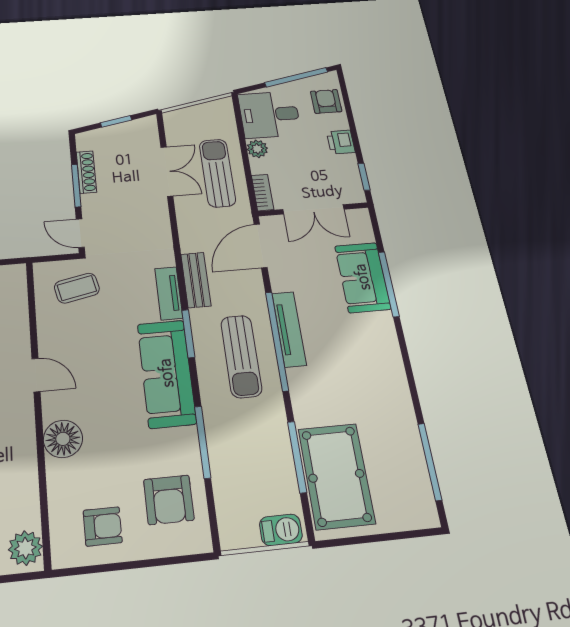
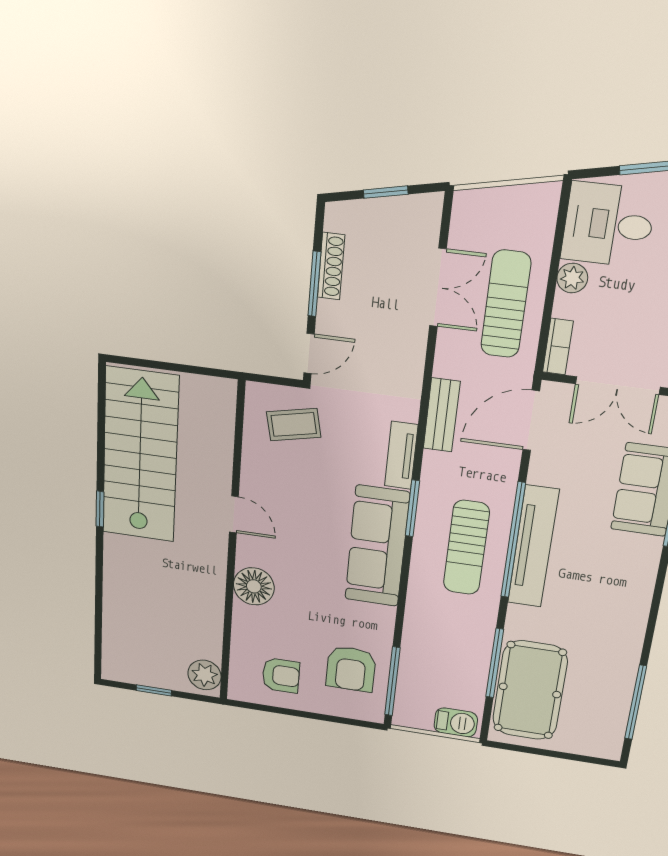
door: (80, 233) -> (309, 353), swing flipped
bench: (196, 280) -> (442, 415), moved
tv unit: (289, 329) -> (533, 547), width x1.36, depth x1.29
window: (203, 442) -> (392, 681), moved

